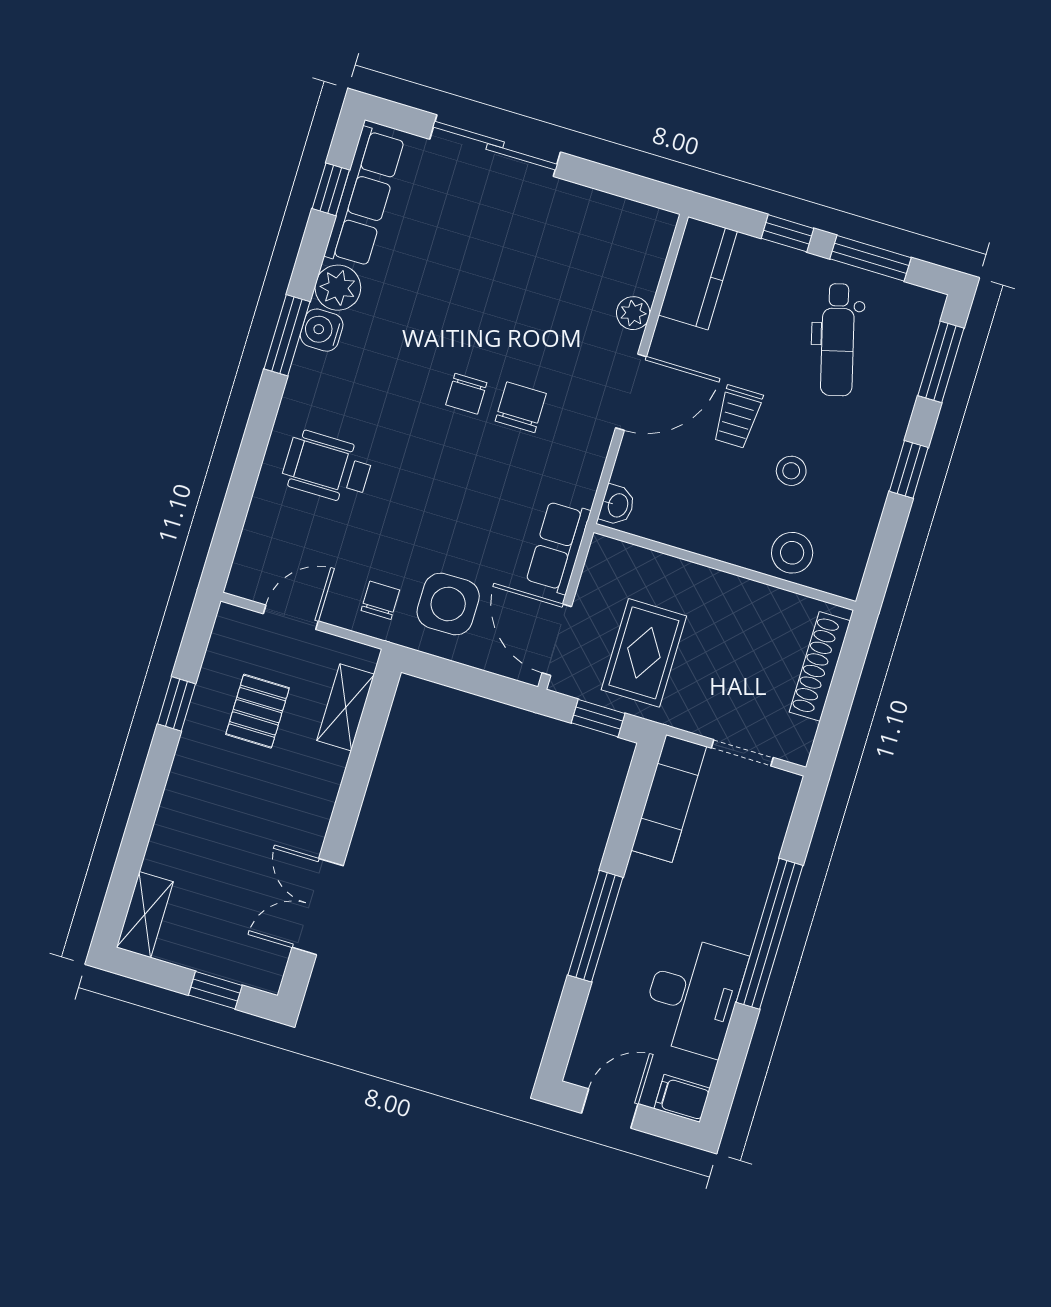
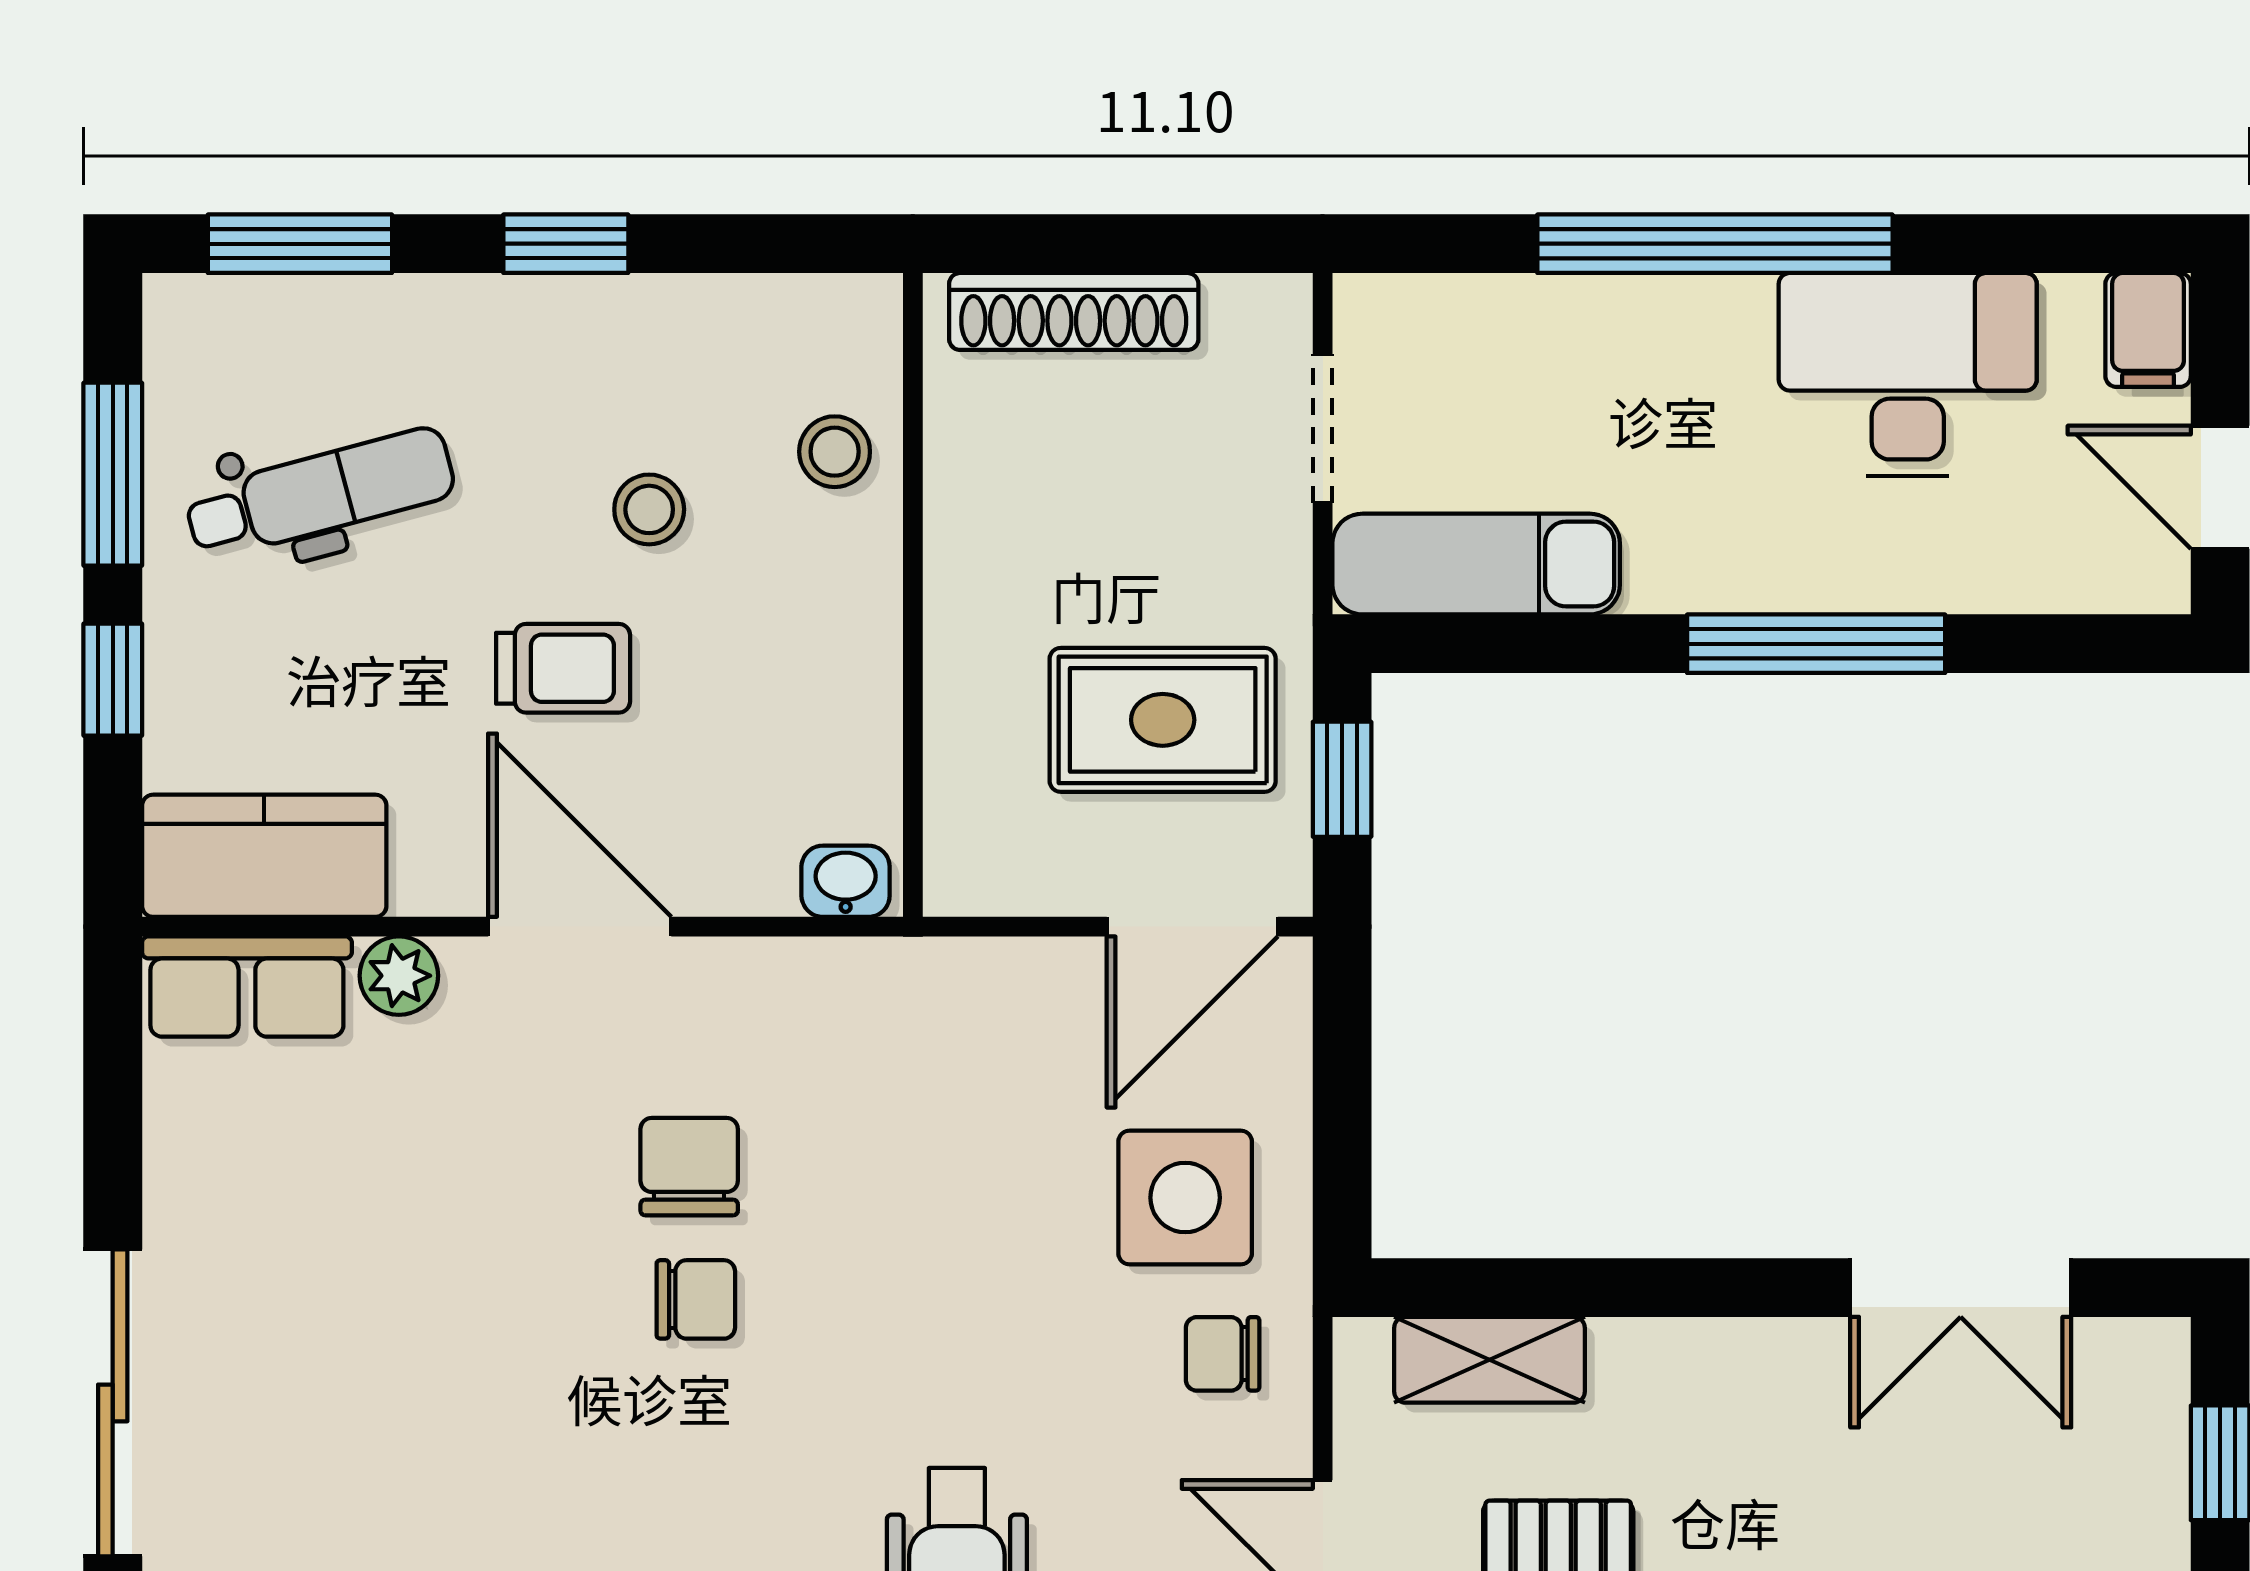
chair: (521, 407) -> (689, 1167), turned 90
row of seats: (558, 547) -> (247, 987), moved
stool: (792, 553) -> (835, 452), width x0.73, depth x0.73

